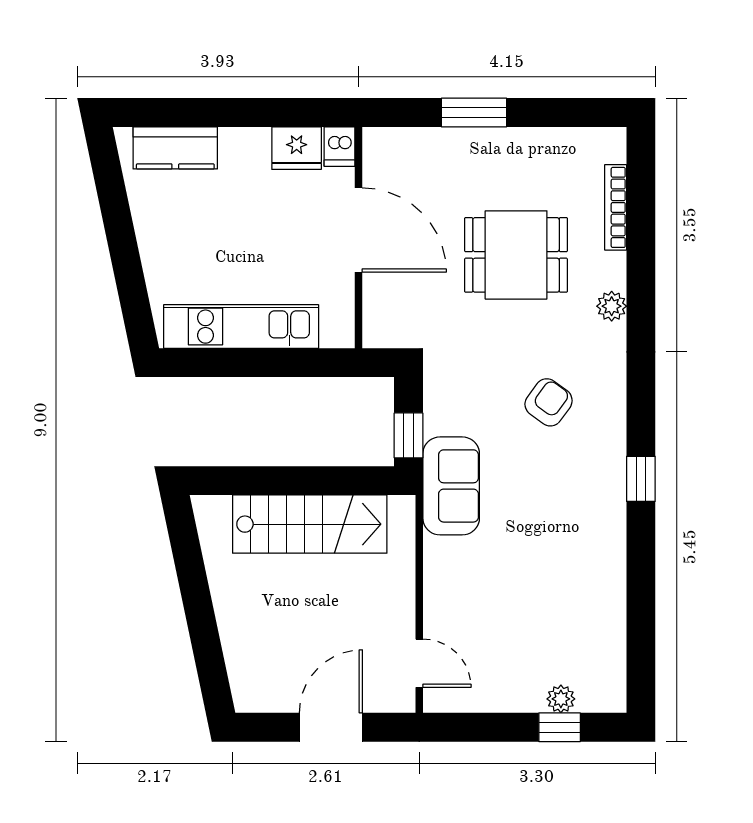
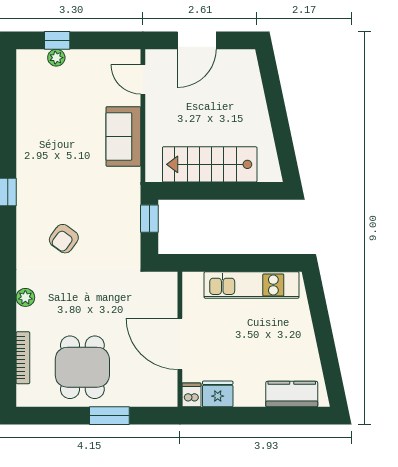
dining table: (516, 255) -> (82, 367), moved, turned 90
sofa: (451, 486) -> (123, 136), moved

